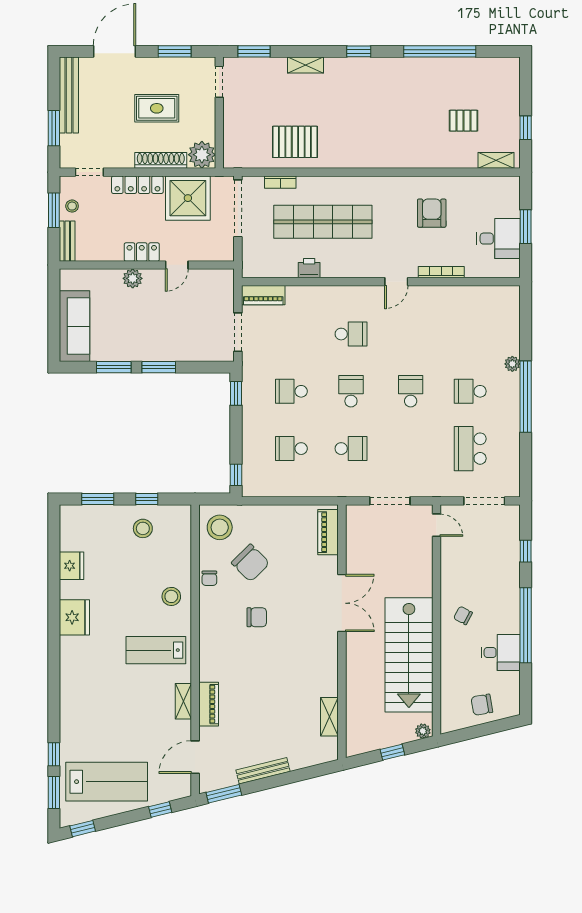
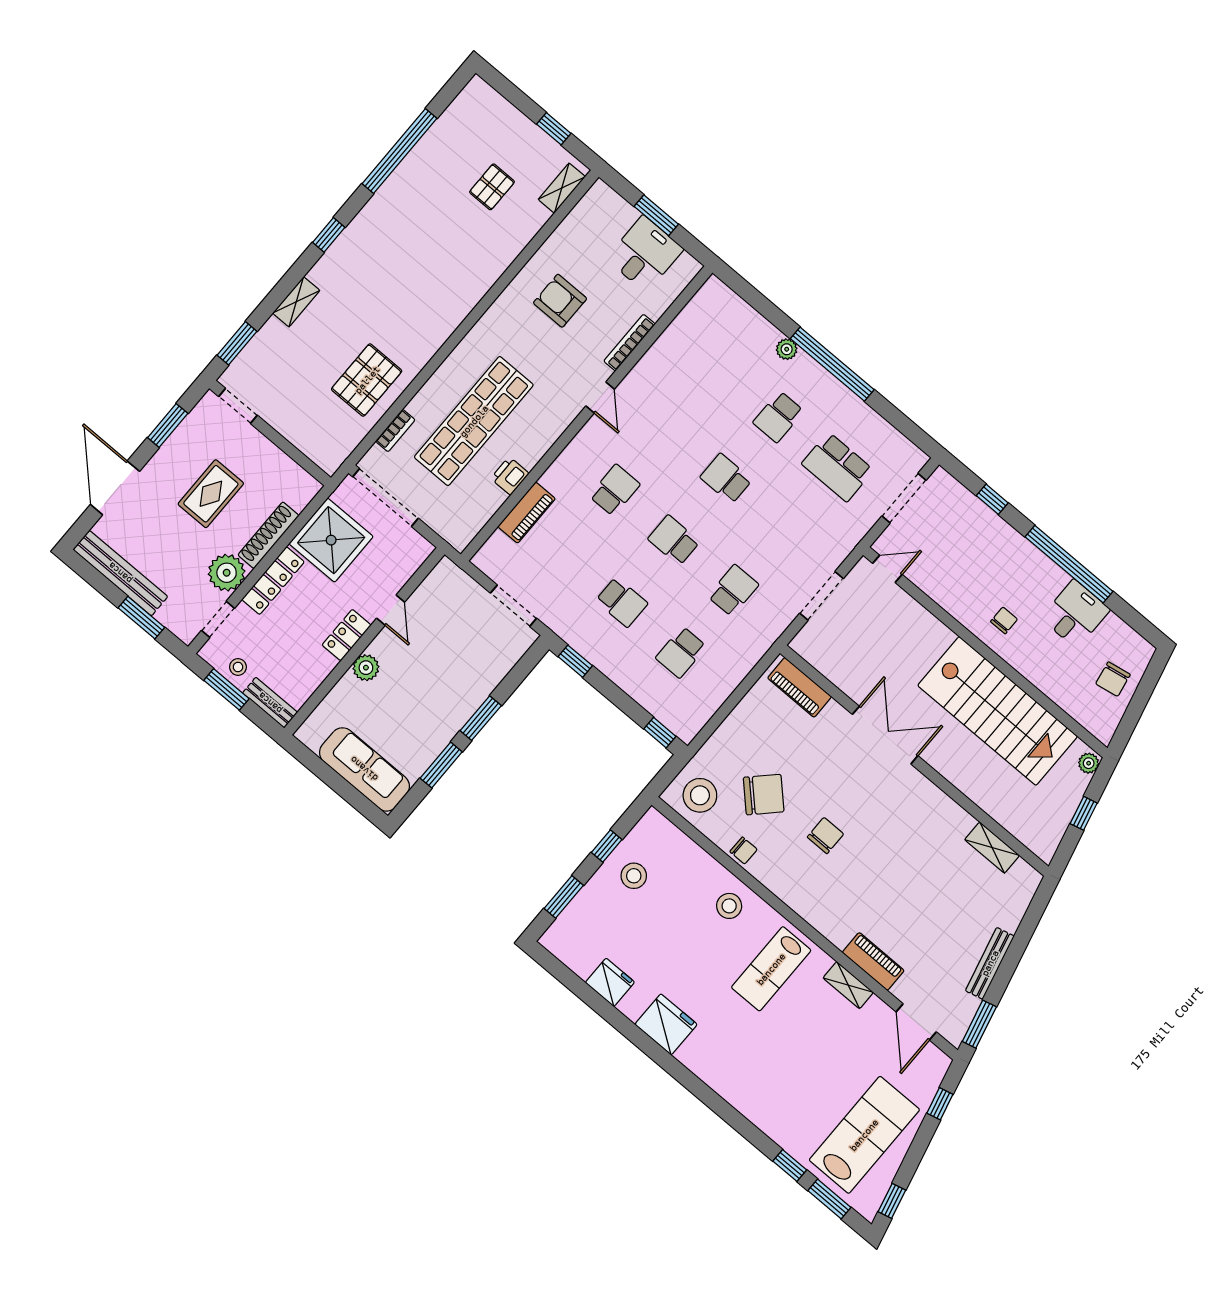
plant: (202, 155) -> (227, 573), moved
piano: (263, 295) -> (527, 513), moved
school desk: (291, 391) -> (622, 602), turned -90
chair: (463, 615) -> (1004, 620), turned 152

